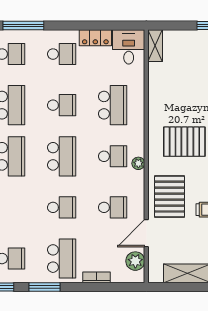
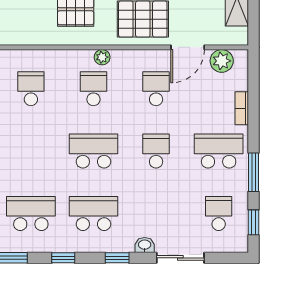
school desk: (62, 105) -> (31, 151), removed
school desk: (113, 105) -> (31, 89), width x0.54
door: (146, 233) -> (188, 47), hinge flipped

